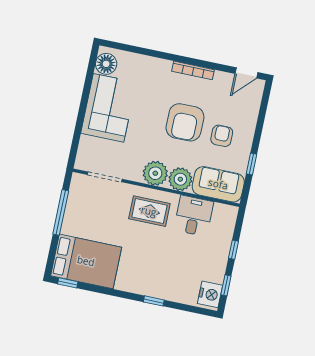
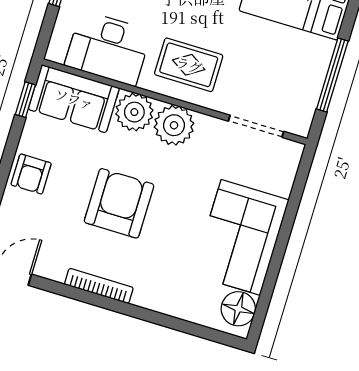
armchair: (222, 136) -> (31, 174), moved
window: (252, 164) -> (25, 100), moved
desk: (194, 216) -> (108, 48), width x1.37

